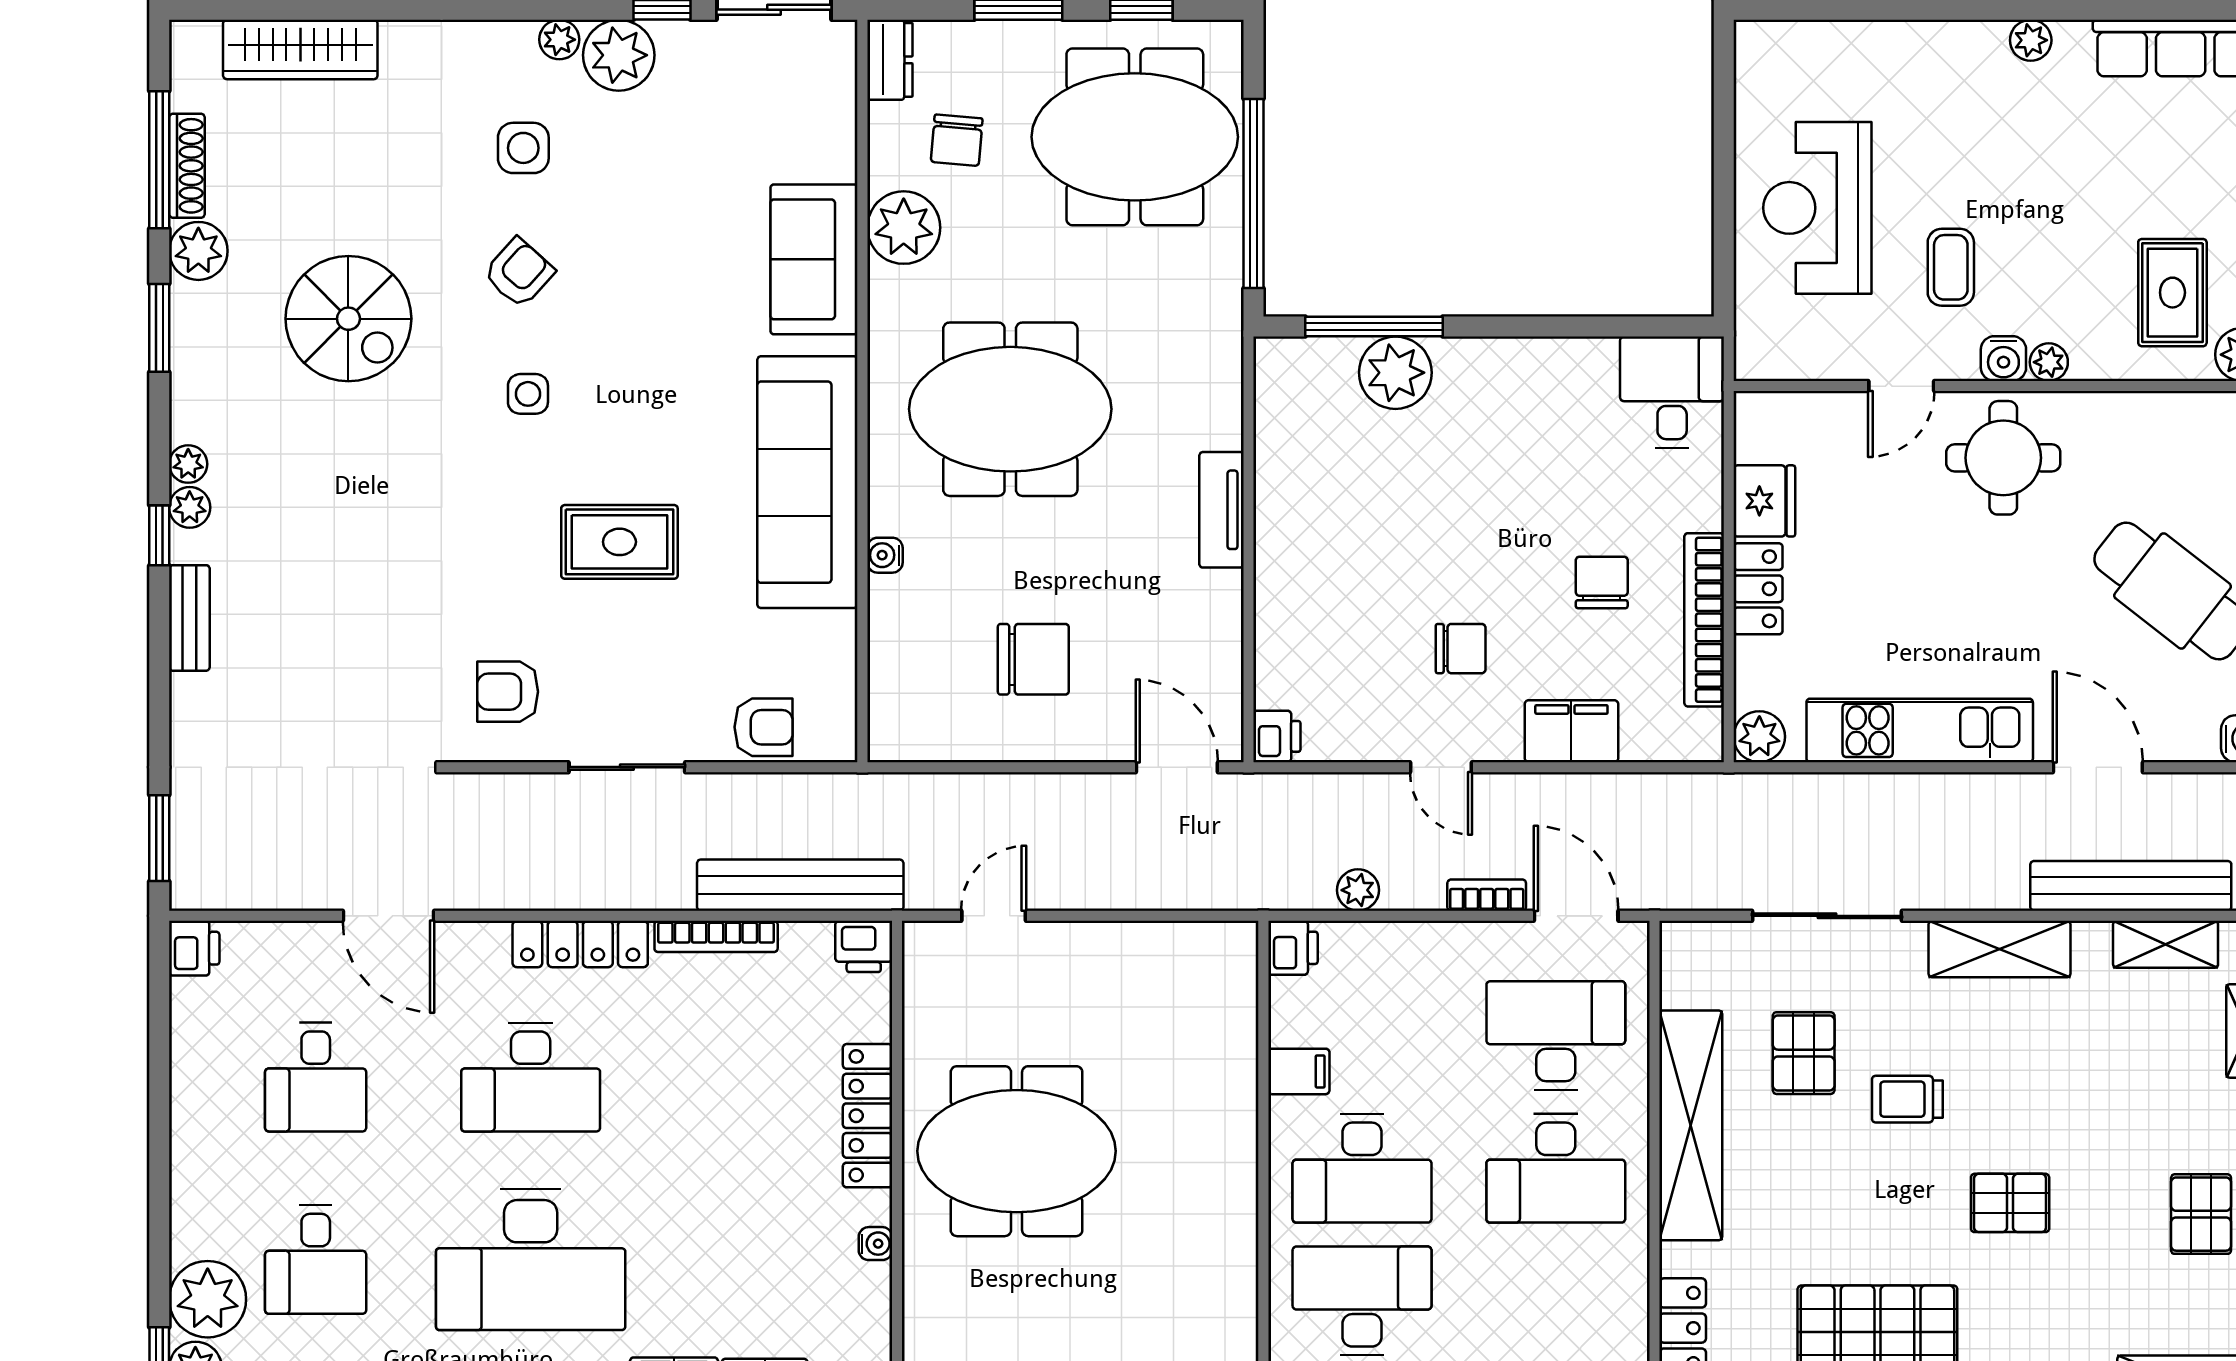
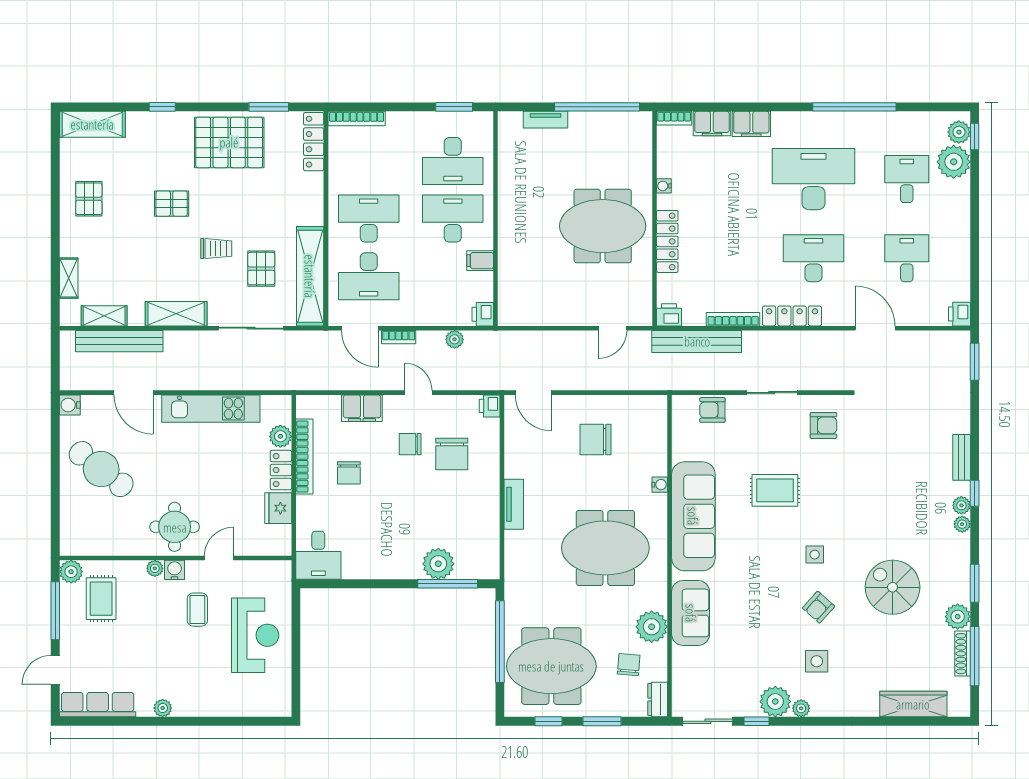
chair: (1364, 626) -> (452, 454), added
plant: (1759, 737) -> (280, 436), moved
shelving: (1691, 1125) -> (310, 276), moved

